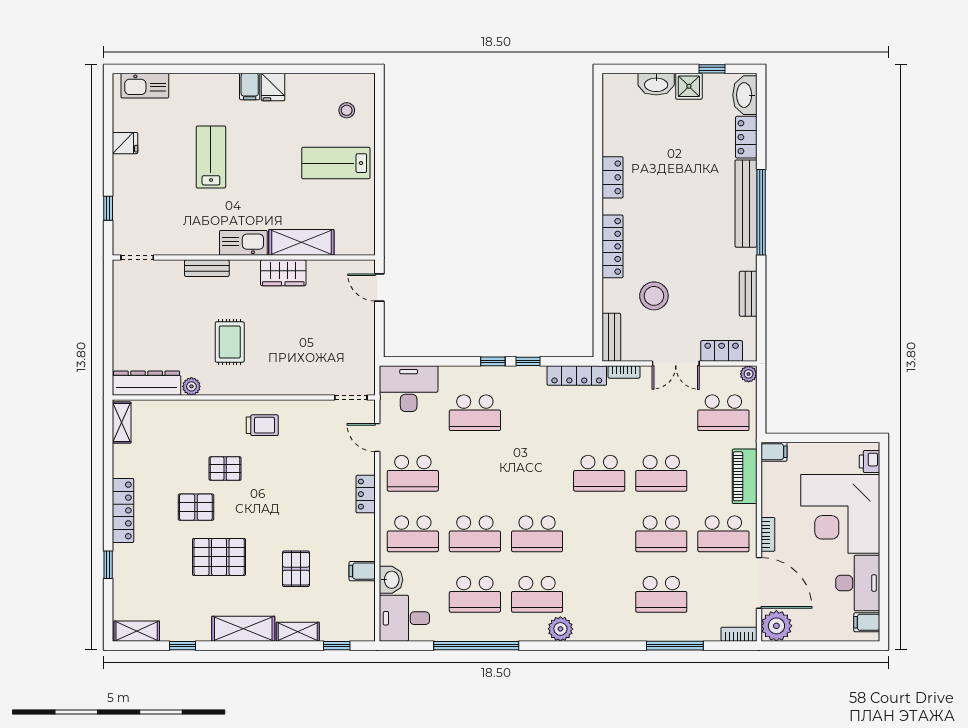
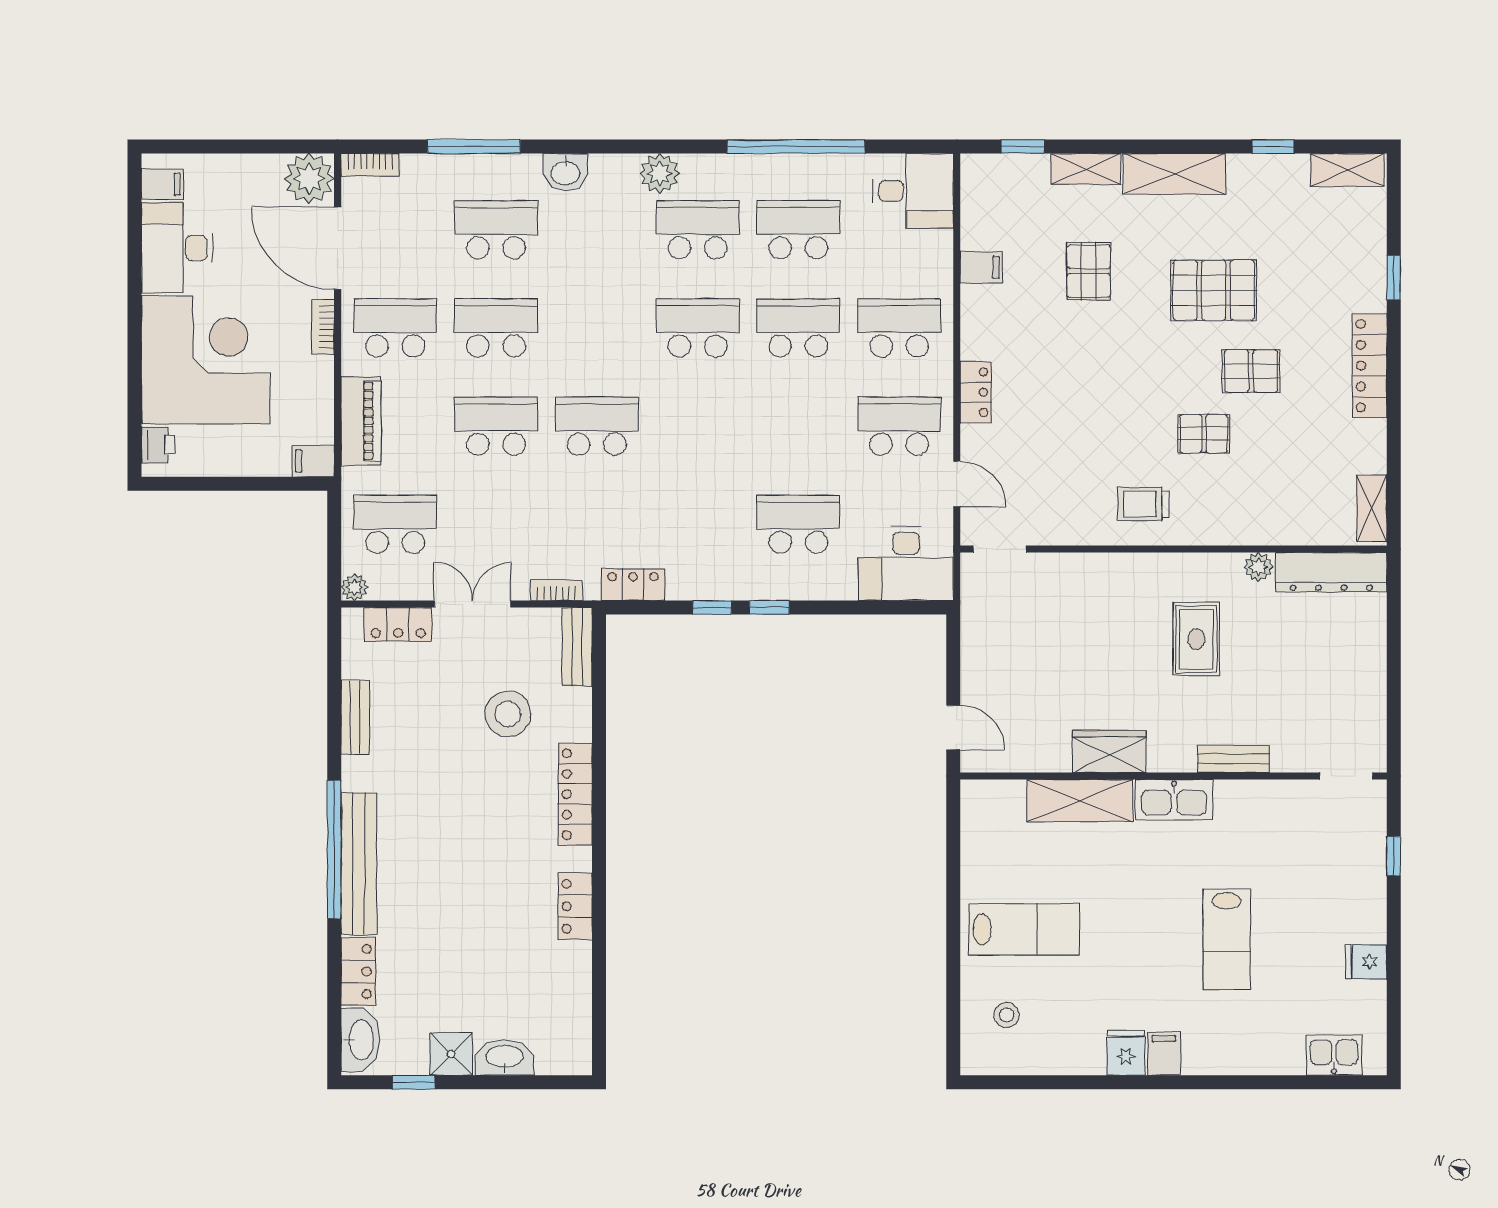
kitchen sink: (145, 86) -> (1334, 1055), width x0.73
locker: (577, 376) -> (633, 585), width x0.66
washbasin: (391, 580) -> (565, 172), moved, turned -90

